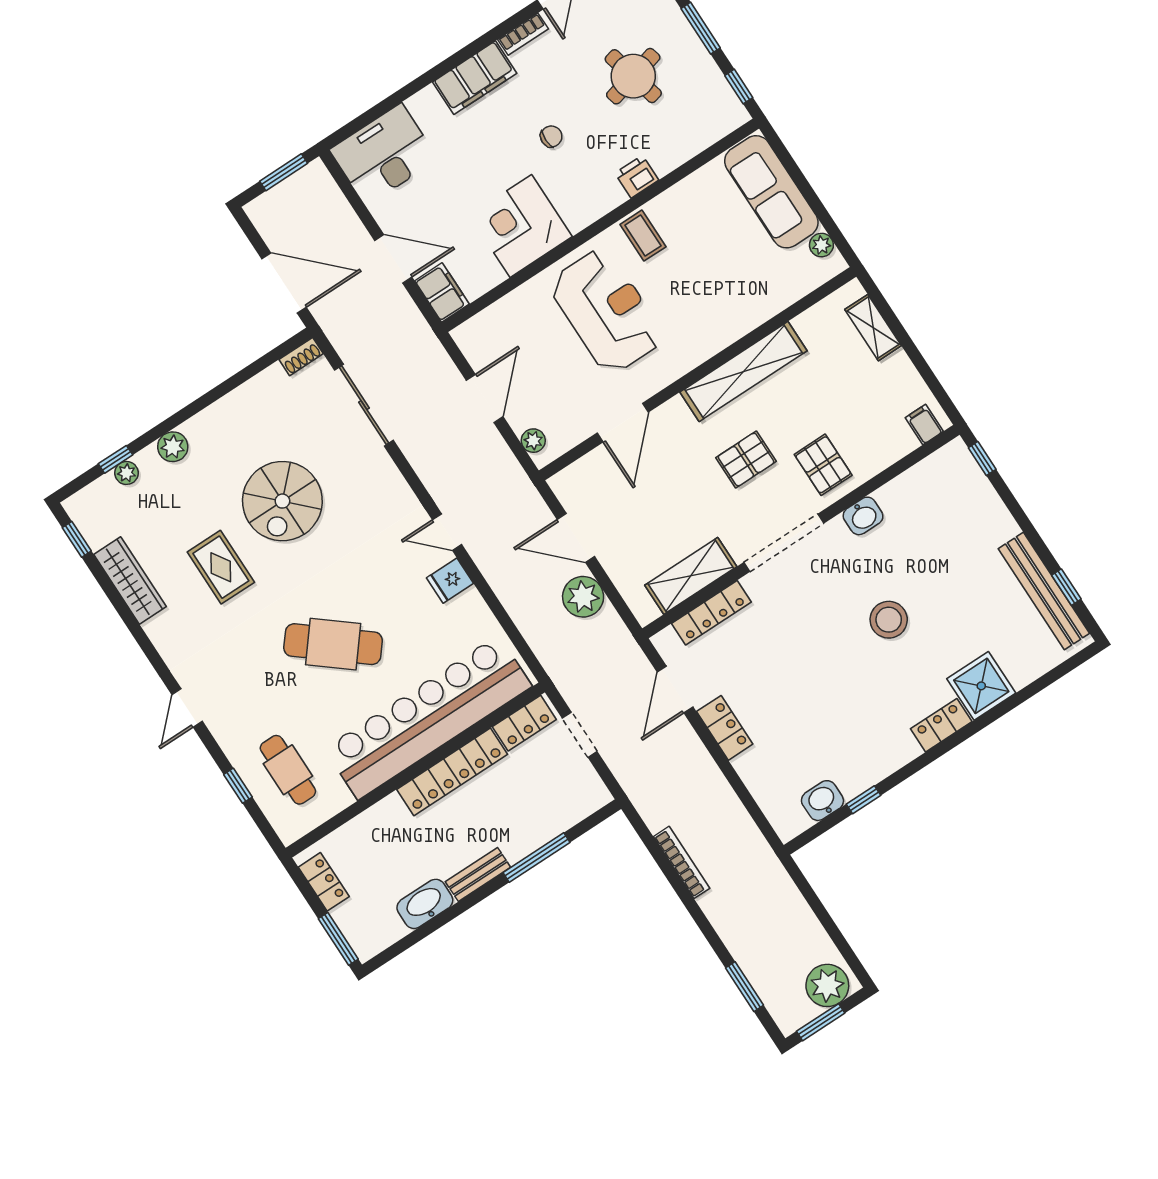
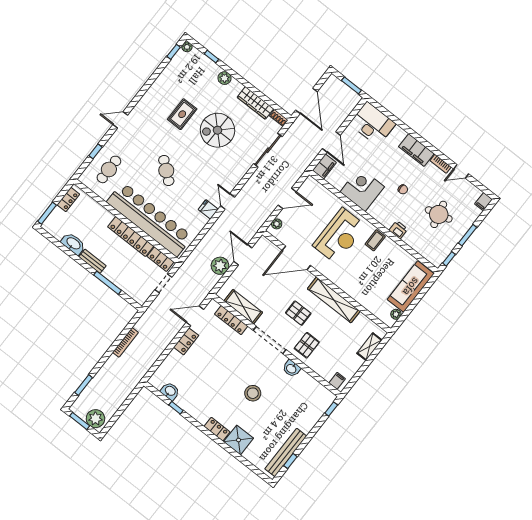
door: (623, 423) -> (296, 258), width x1.36
plant: (126, 473) -> (187, 47), moved
wardrobe: (130, 580) -> (255, 103), moved, turned 90
cafe table: (333, 644) -> (166, 170), width x0.73, depth x0.74

